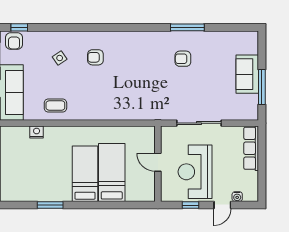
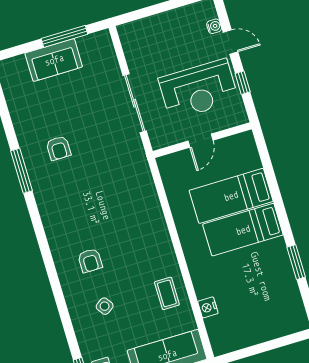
window: (187, 27) -> (22, 171), moved
row of seats: (251, 148) -> (147, 27), removed

